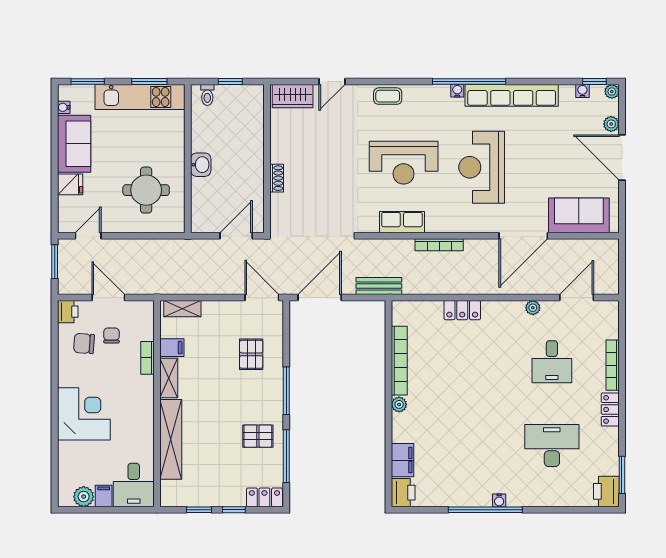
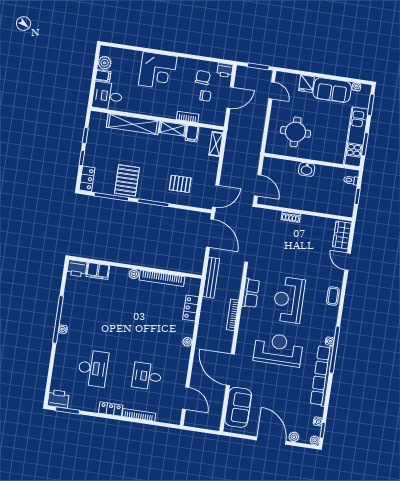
door: (622, 158) -> (271, 441), hinge flipped
bench: (379, 286) -> (211, 278), width x1.36
plant: (533, 308) -> (187, 342), moved
locker: (462, 310) -> (191, 308), moved
pallet: (258, 436) -> (127, 180), width x1.50, depth x1.42

